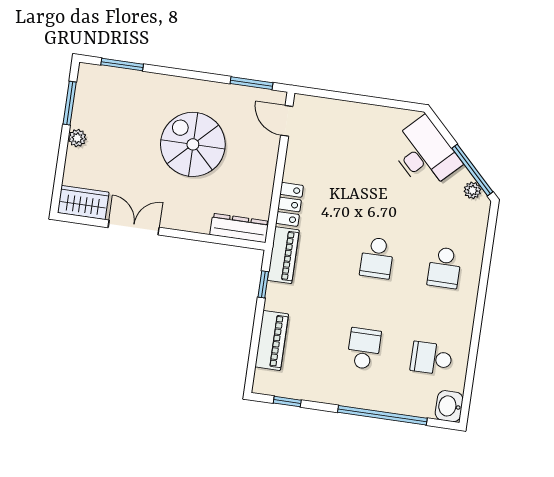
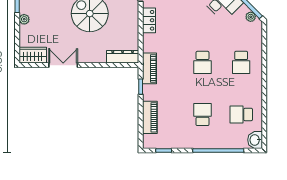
locker: (290, 204) -> (149, 20), moved

